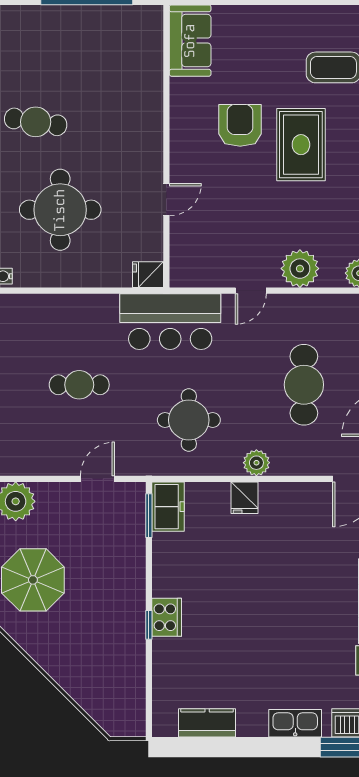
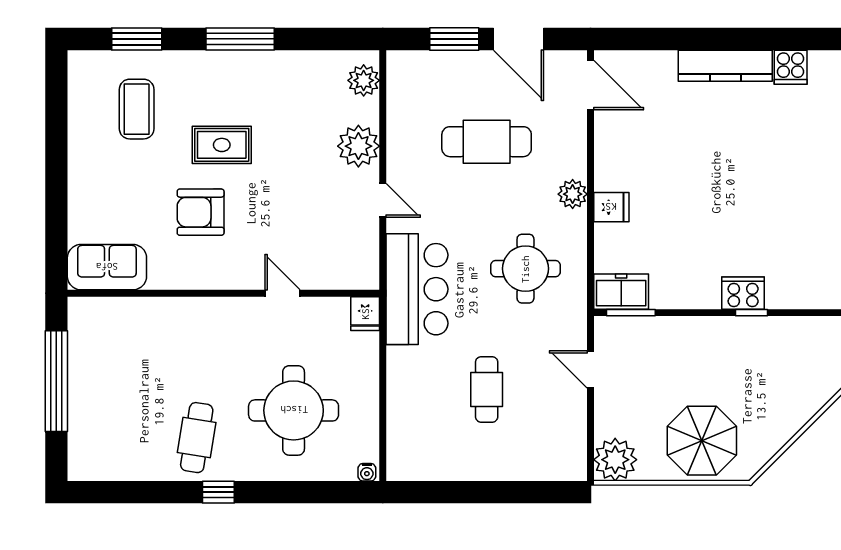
rug: (301, 145) -> (222, 145), width x0.73, depth x0.70

